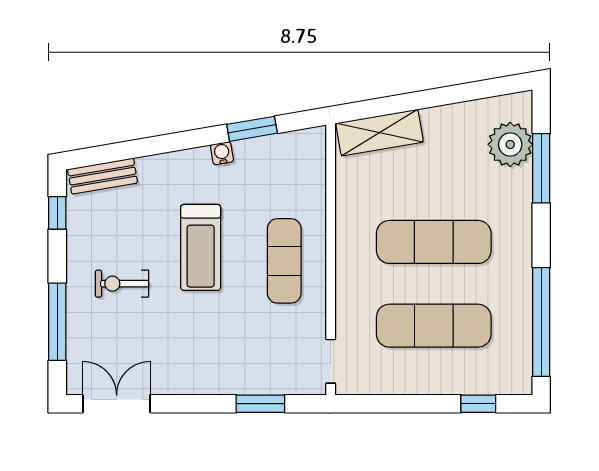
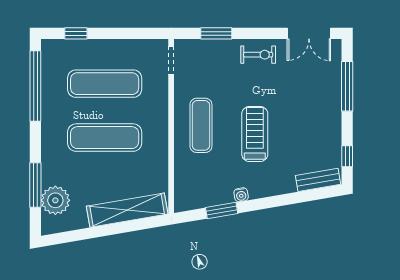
shelving: (380, 133) -> (127, 210), width x1.47
exercise bike: (122, 284) -> (258, 55), moved

